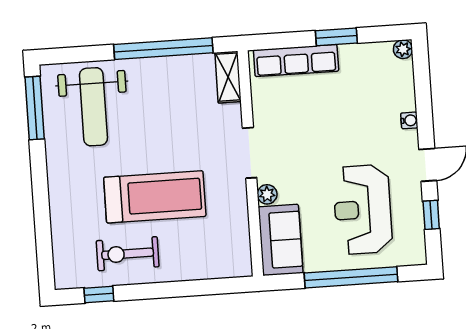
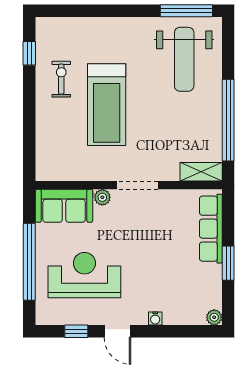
weight bench: (93, 107) -> (184, 59), turned -90
exercise bike: (128, 254) -> (61, 79), width x0.73, depth x0.72

